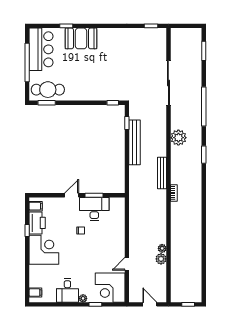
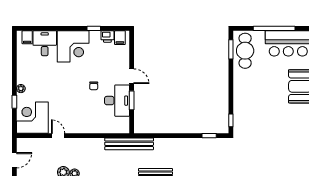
bench: (135, 142) -> (129, 144), moved
printer: (37, 223) -> (107, 36), width x0.53, depth x0.68
desk: (67, 291) -> (45, 43), moved, turned 90

